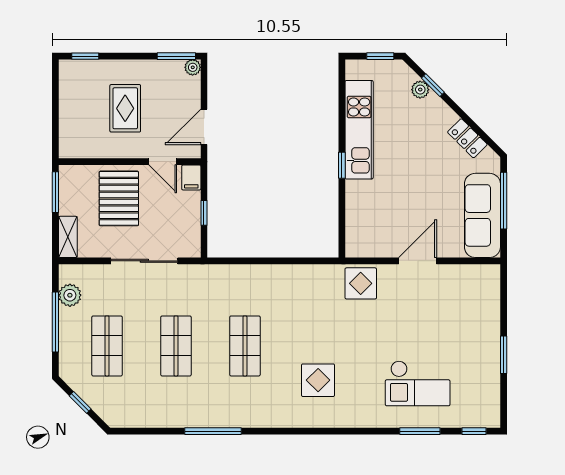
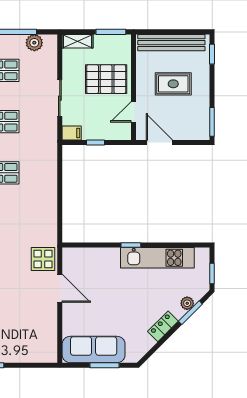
plant: (193, 67) -> (204, 134), removed
window: (433, 85) -> (190, 313), width x1.50
bench: (70, 111) -> (171, 43), added
locker: (467, 138) -> (163, 326), moved
filing cabinet: (191, 178) -> (72, 133), moved, turned 180
window: (504, 201) -> (105, 365), width x0.69
sliding door: (144, 261) -> (60, 98), width x0.73
door: (418, 261) -> (60, 288), moved

